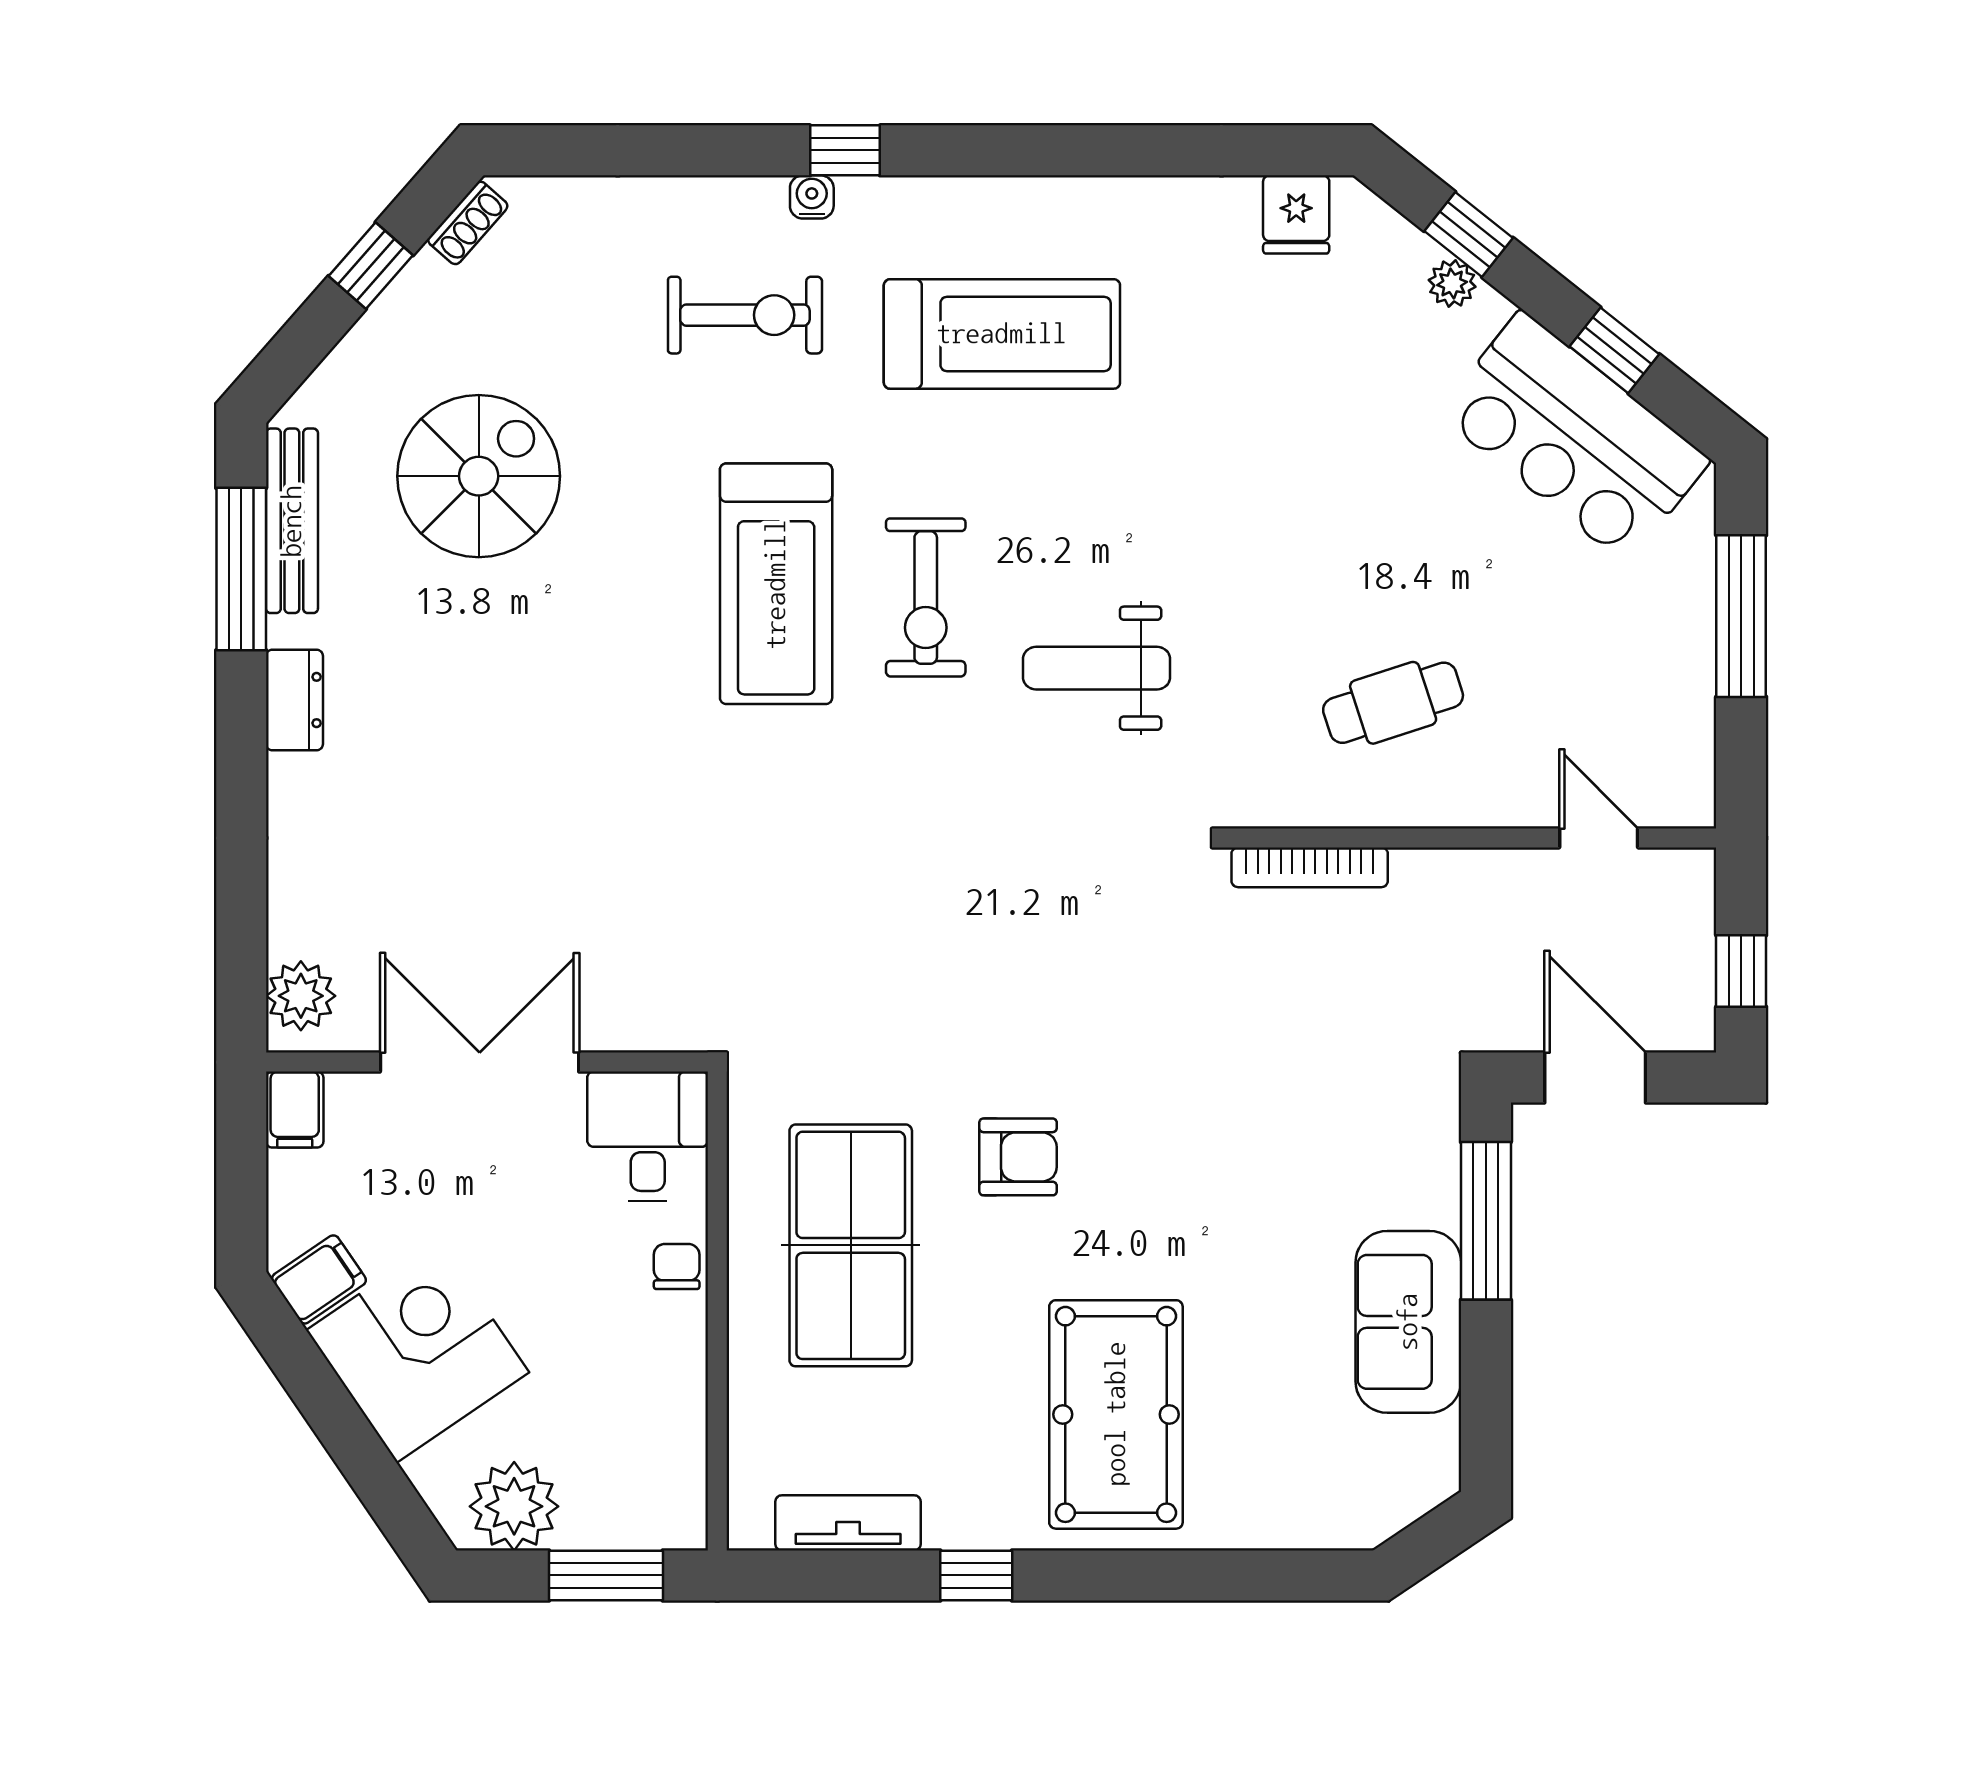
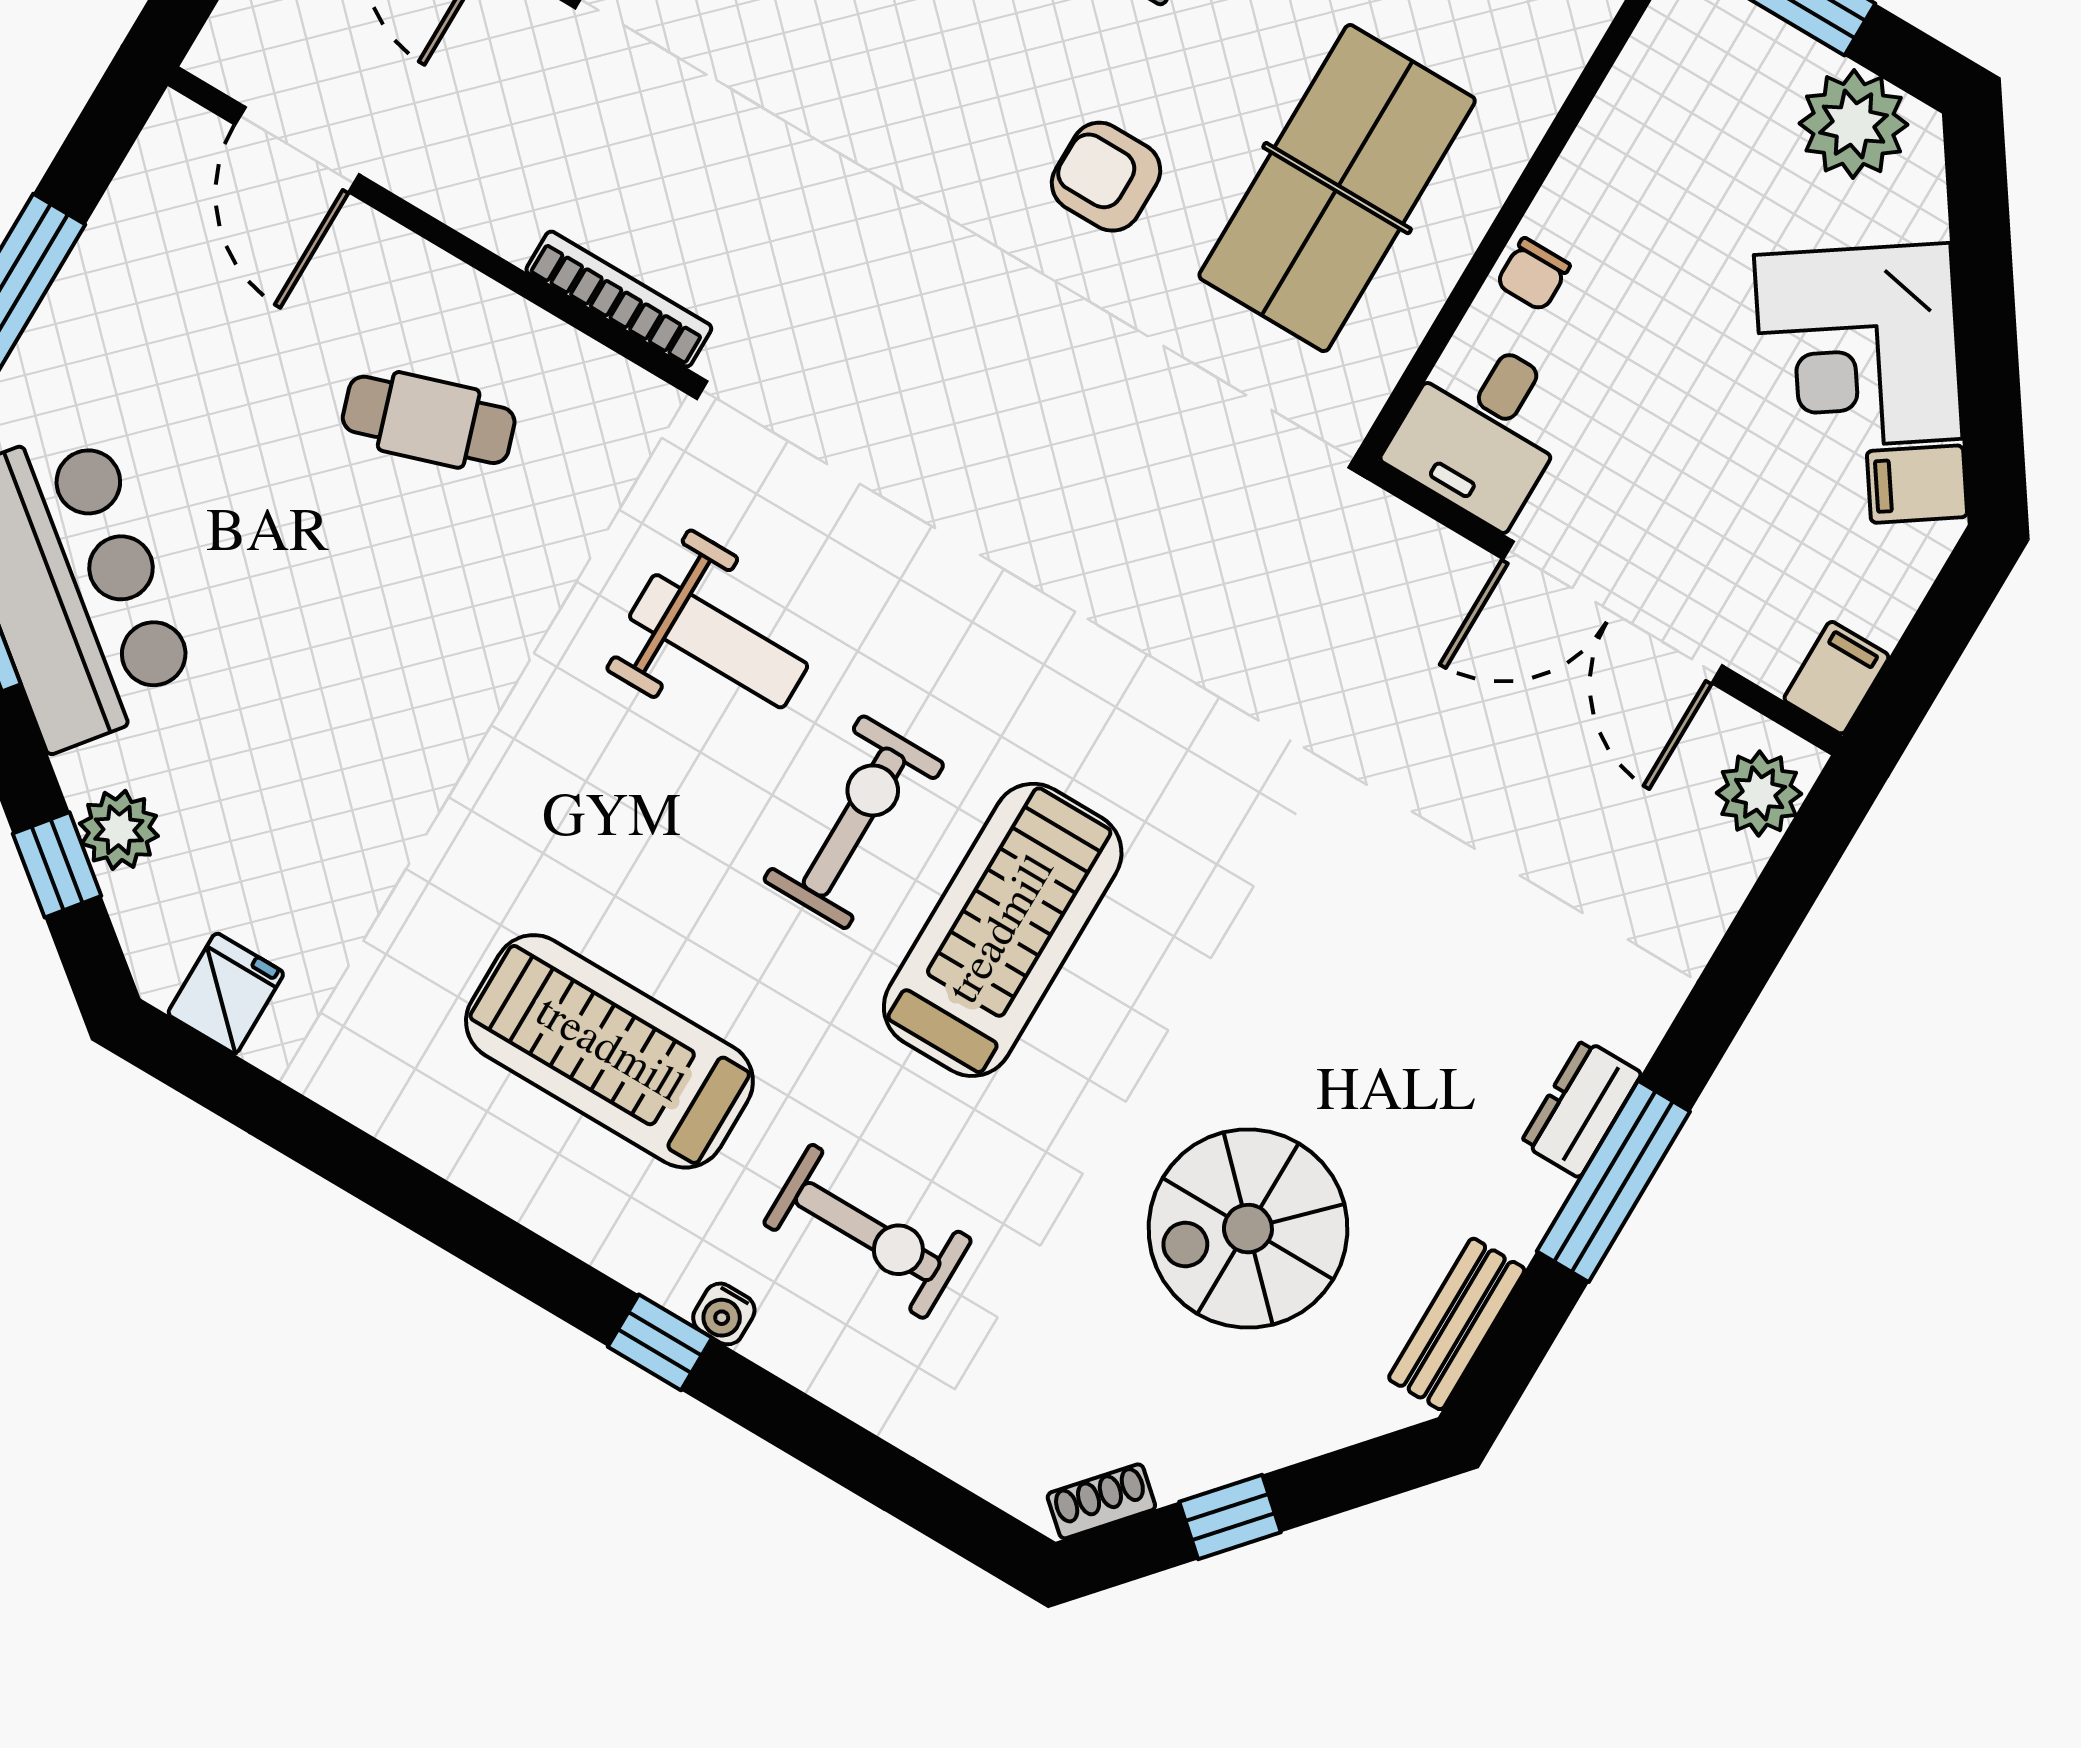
plant: (1452, 283) -> (119, 830), width x1.38, depth x1.38
exercise bike: (745, 315) -> (868, 1232), turned 180
bench: (292, 521) -> (1457, 1324), width x0.73
window: (241, 569) -> (1613, 1181), moved
door: (1599, 838) -> (297, 150), width x1.38

